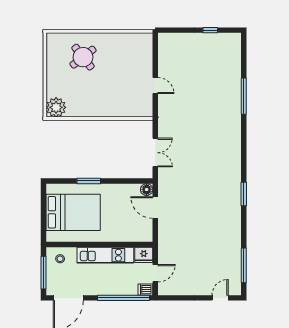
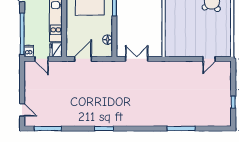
door: (155, 86) -> (209, 59), moved
double door: (155, 153) -> (137, 59), swing flipped
floor lamp: (147, 190) -> (108, 40), moved
door: (155, 208) -> (83, 59), moved

